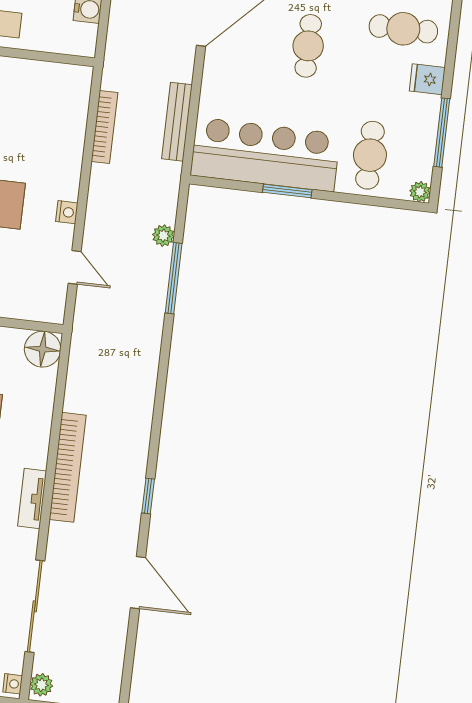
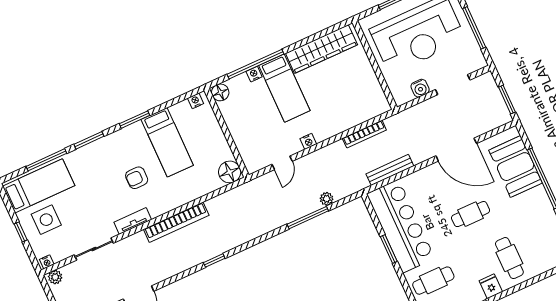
window: (148, 496) -> (214, 260), moved
tv unit: (32, 498) -> (133, 221), moved
sliding door: (35, 606) -> (94, 249), width x0.73

